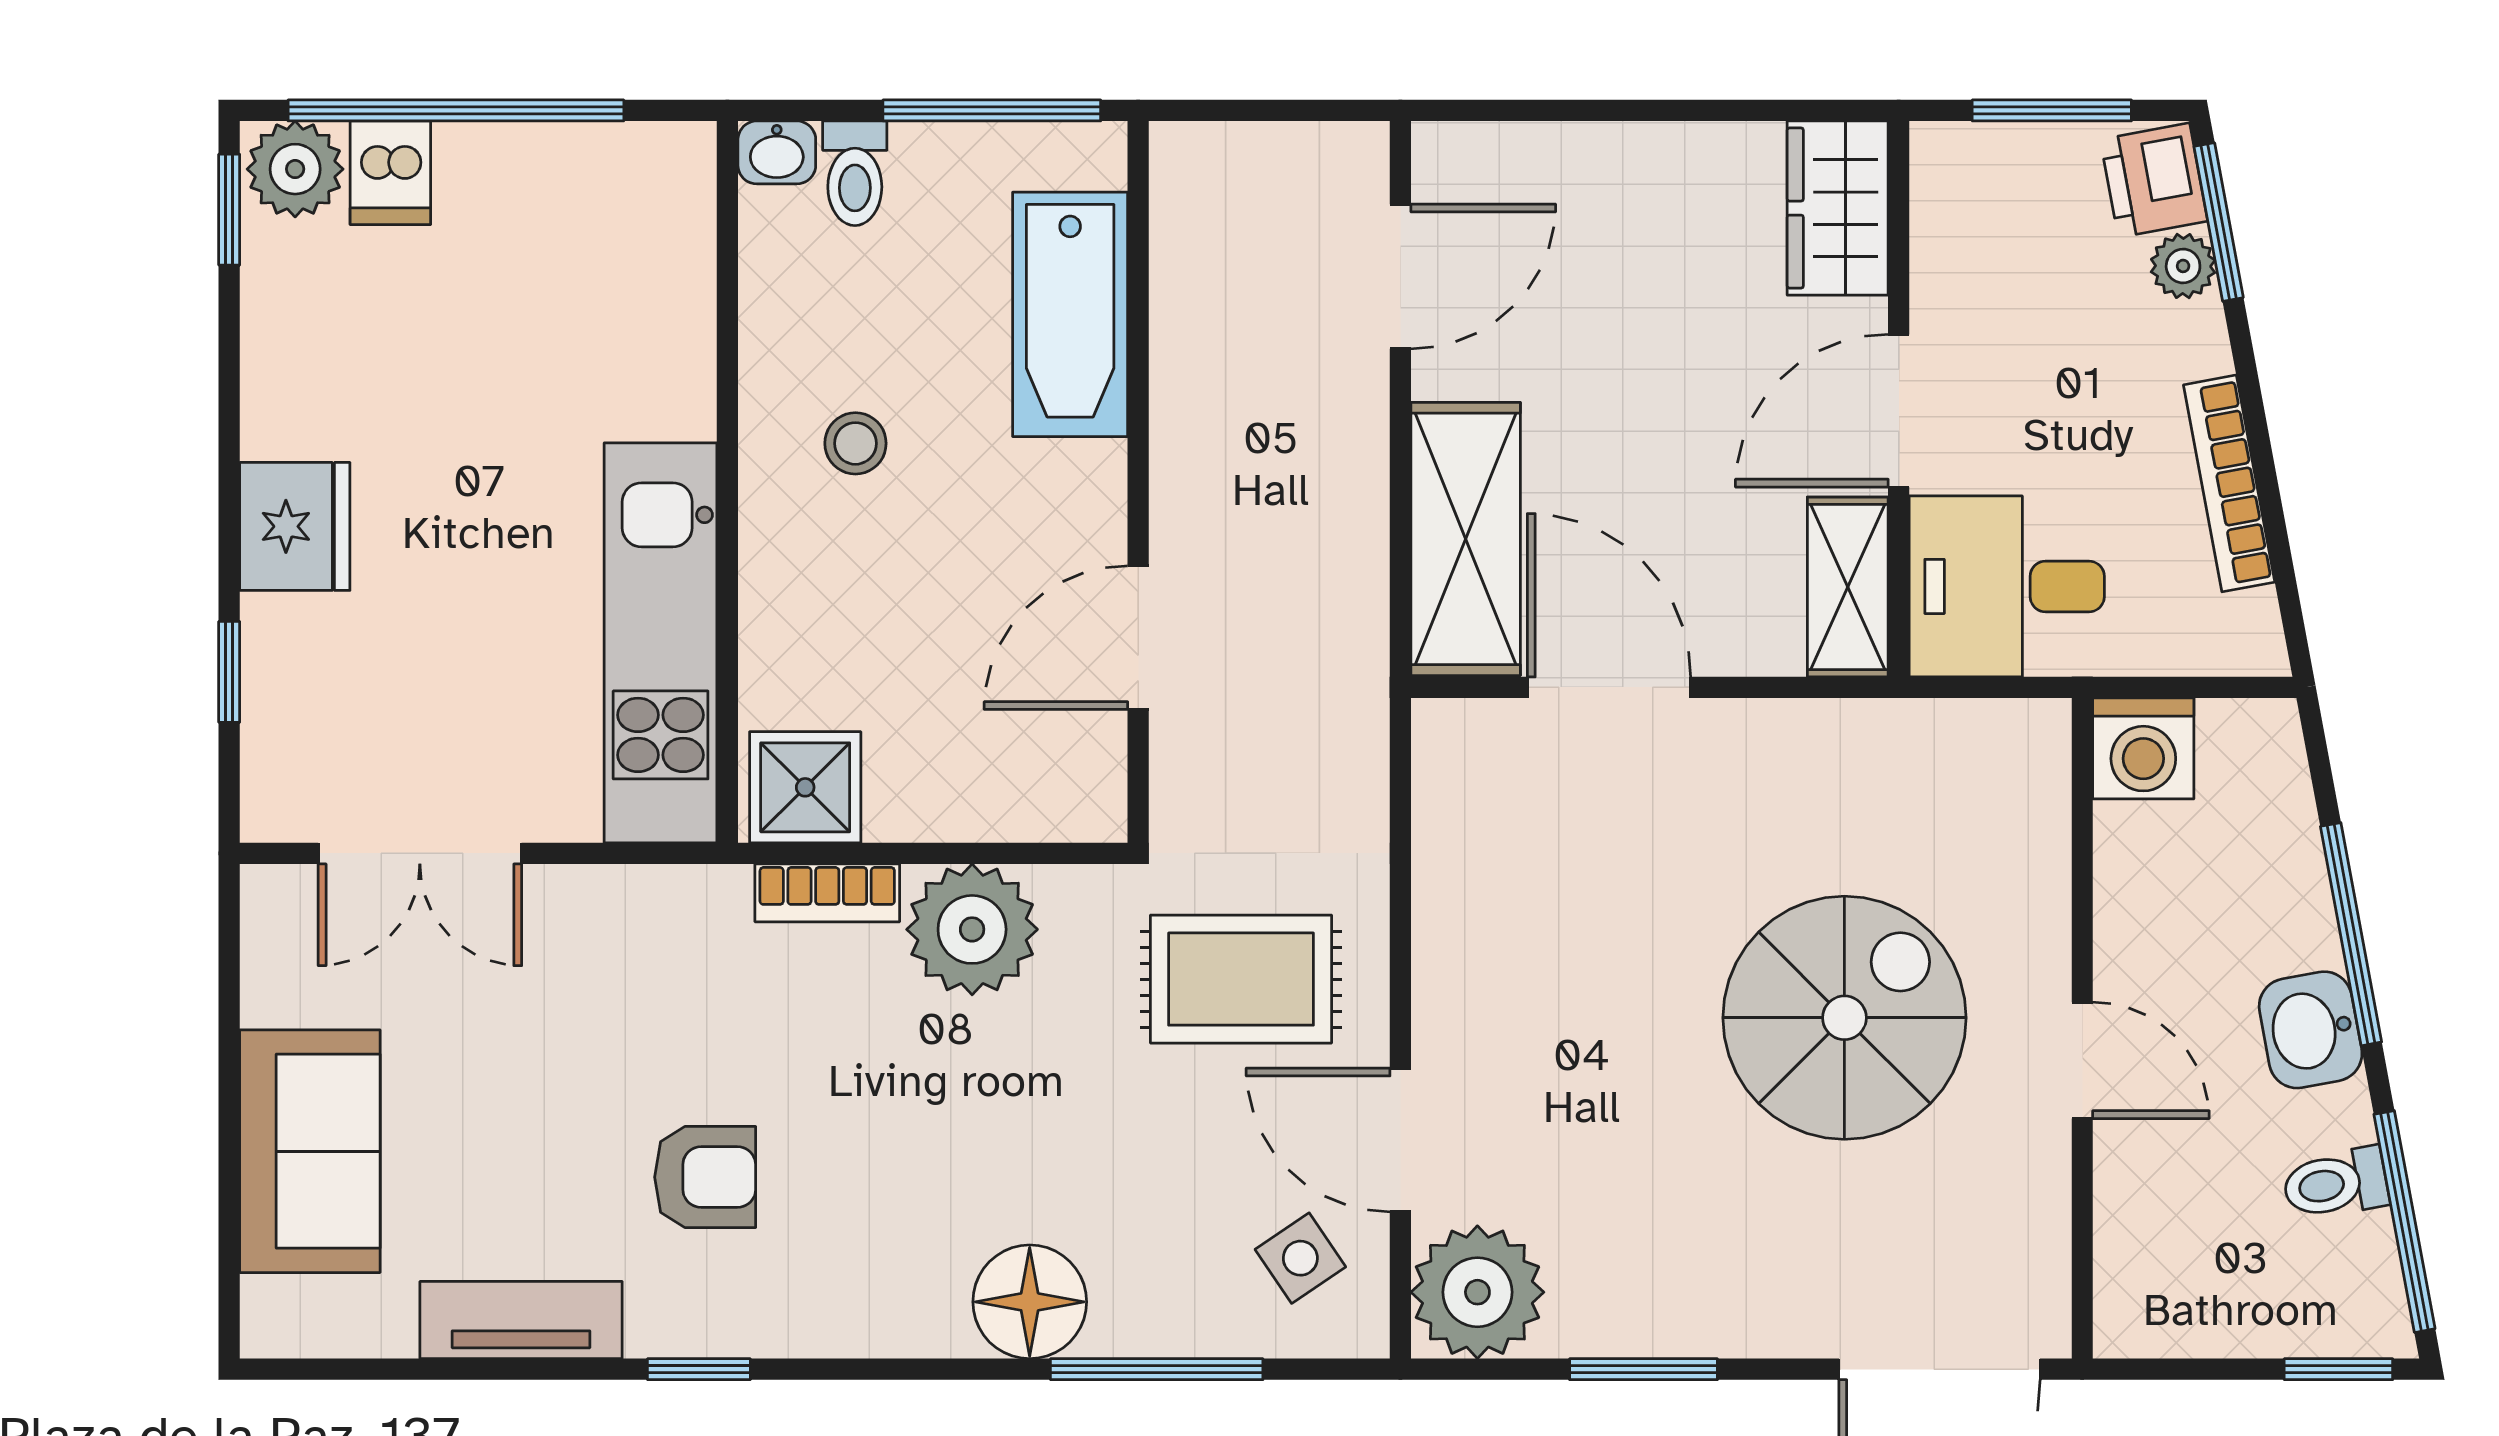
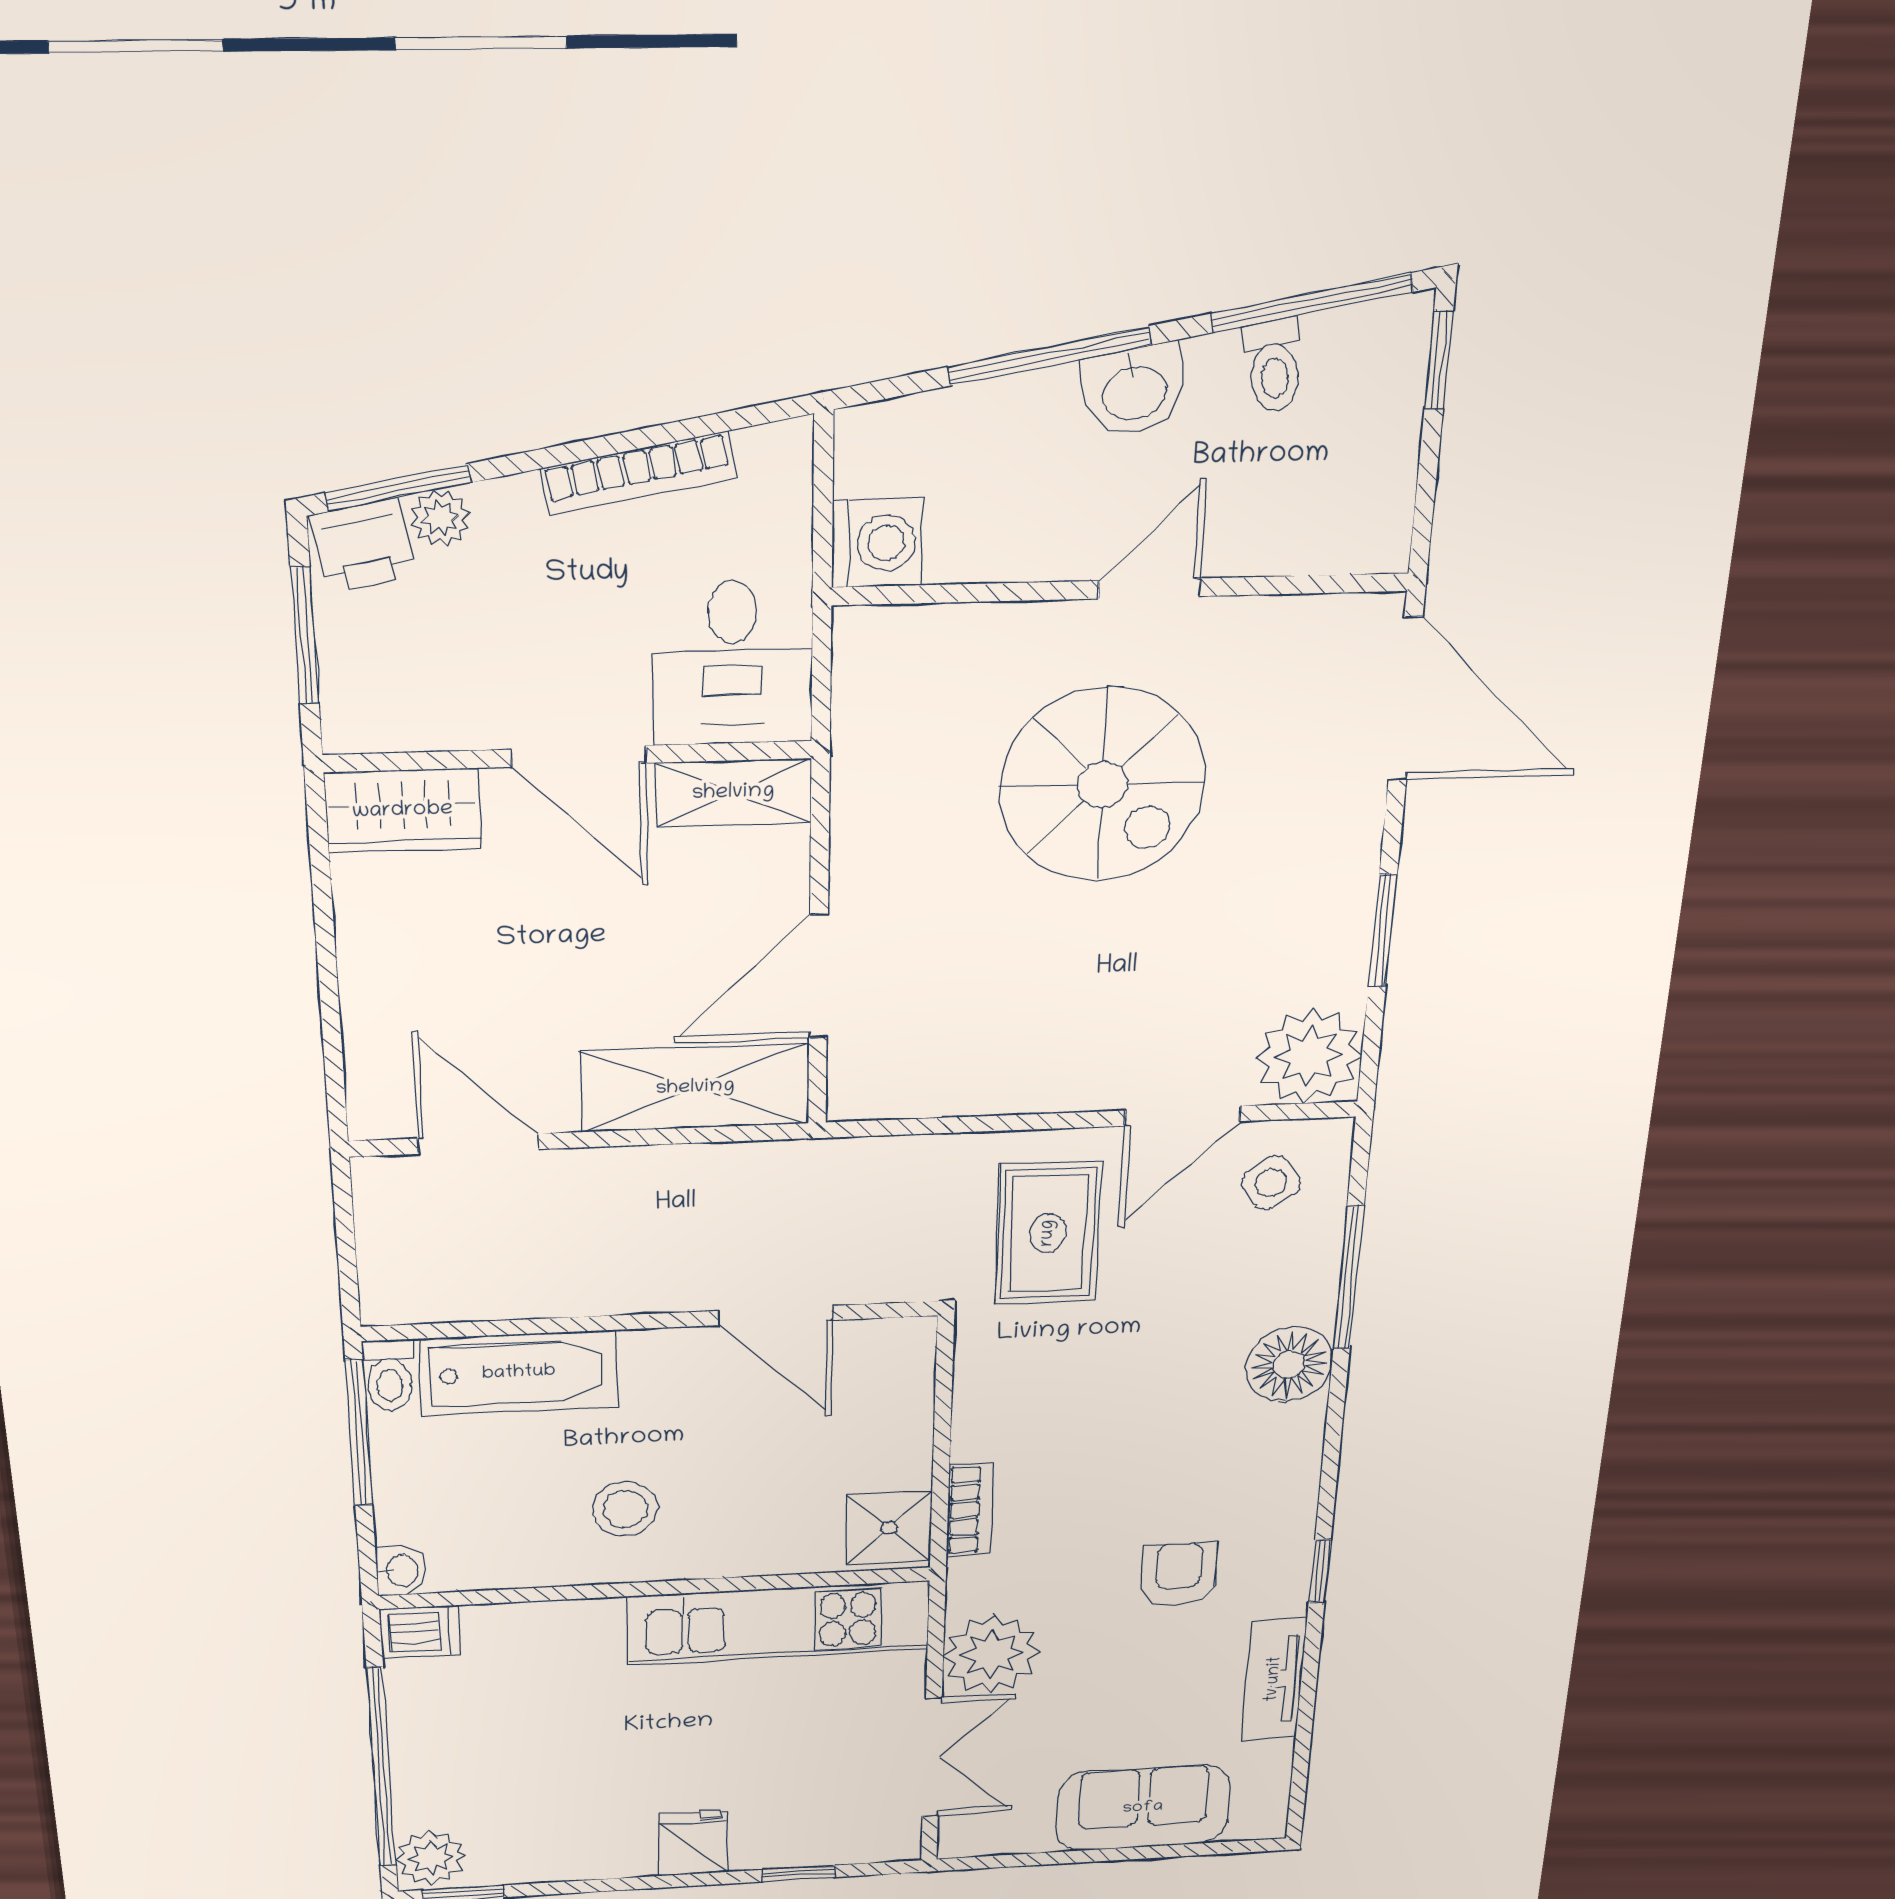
dishwasher: (390, 173) -> (421, 1632), moved
toilet: (855, 173) -> (389, 1376), moved, turned 90
stool: (855, 443) -> (625, 1509), width x1.37, depth x1.37
fridge: (295, 526) -> (693, 1843), width x0.72
plant: (972, 929) -> (991, 1654), moved
spiral stairs: (1844, 1018) -> (1102, 784), turned 180

